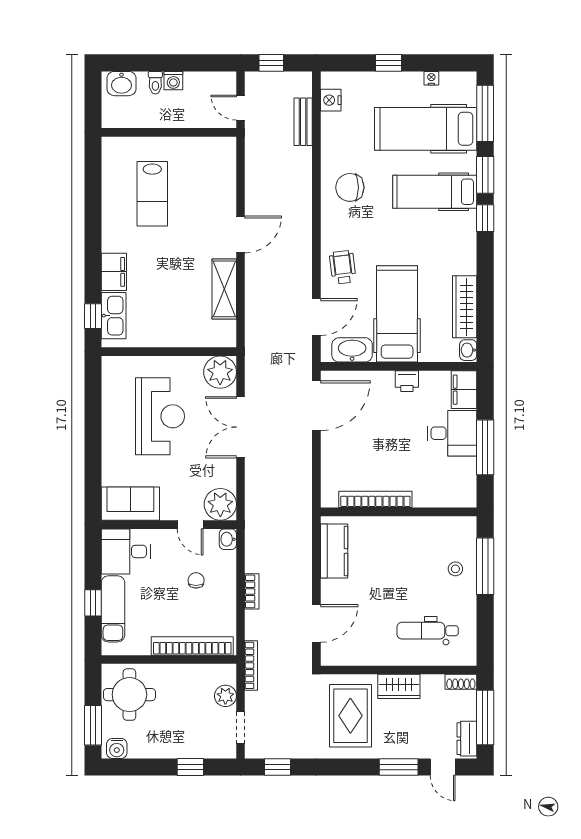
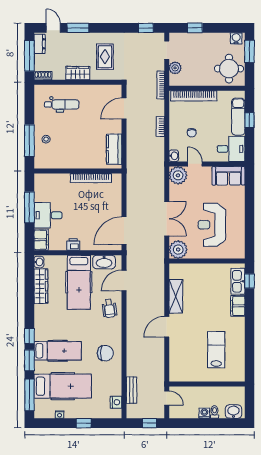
rug: (350, 716) -> (105, 57), width x0.73, depth x0.70

